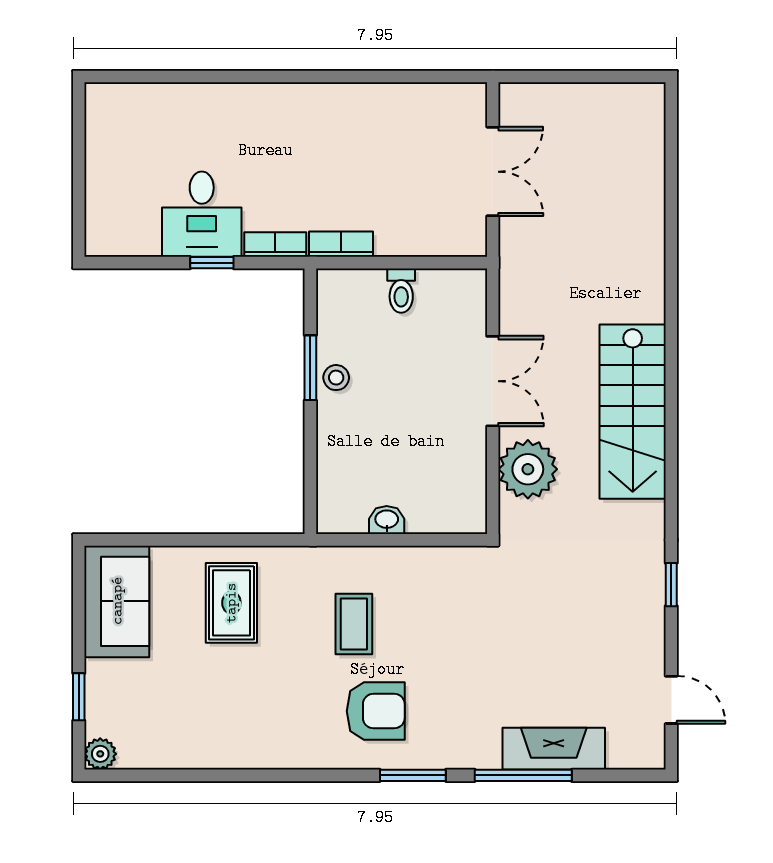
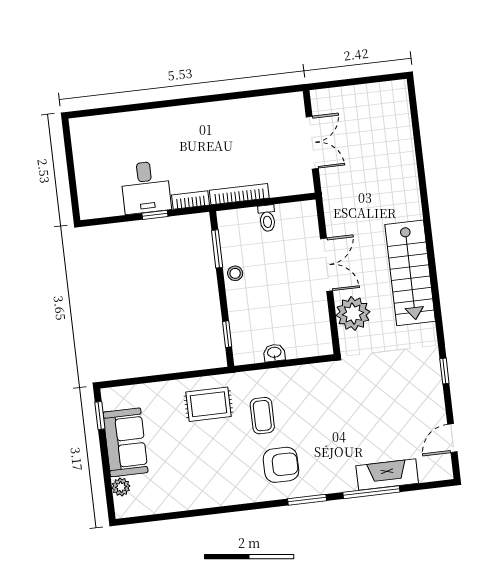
bookcase: (341, 244) -> (239, 194), width x1.56
window: (310, 368) -> (217, 249), moved
window: (310, 479) -> (227, 334), added
sofa: (117, 601) -> (125, 442), moved
rug: (231, 603) -> (208, 404), moved, turned 90
window: (79, 697) -> (100, 415), moved
door: (671, 700) -> (452, 438), swing flipped
plant: (100, 754) -> (121, 487), moved

